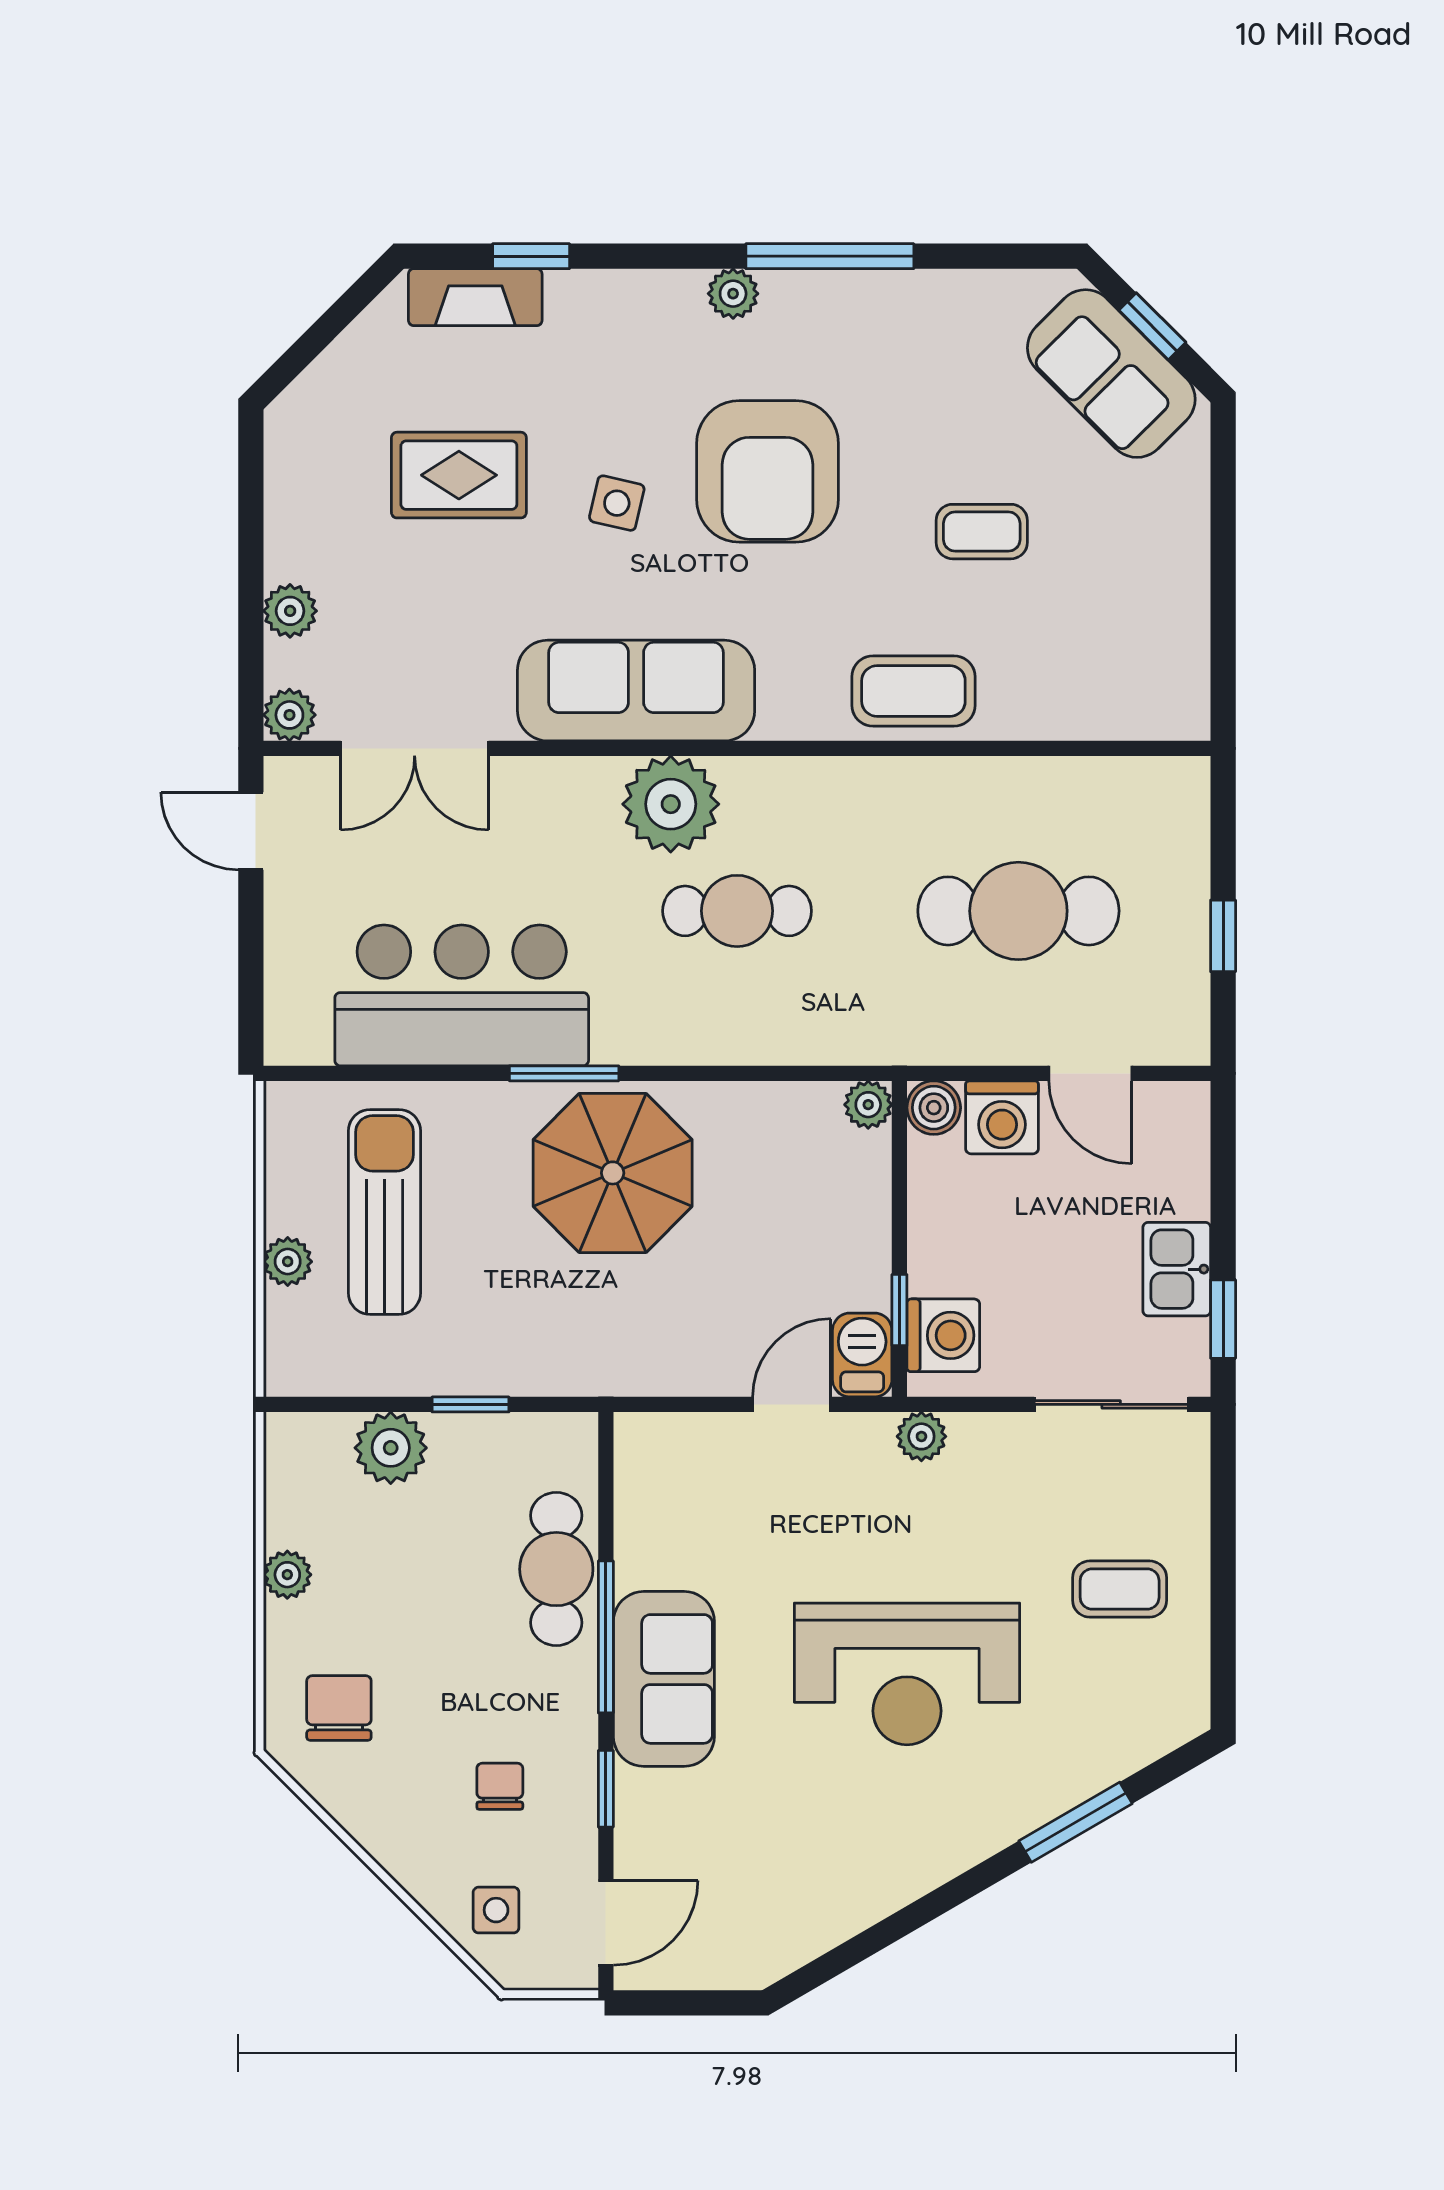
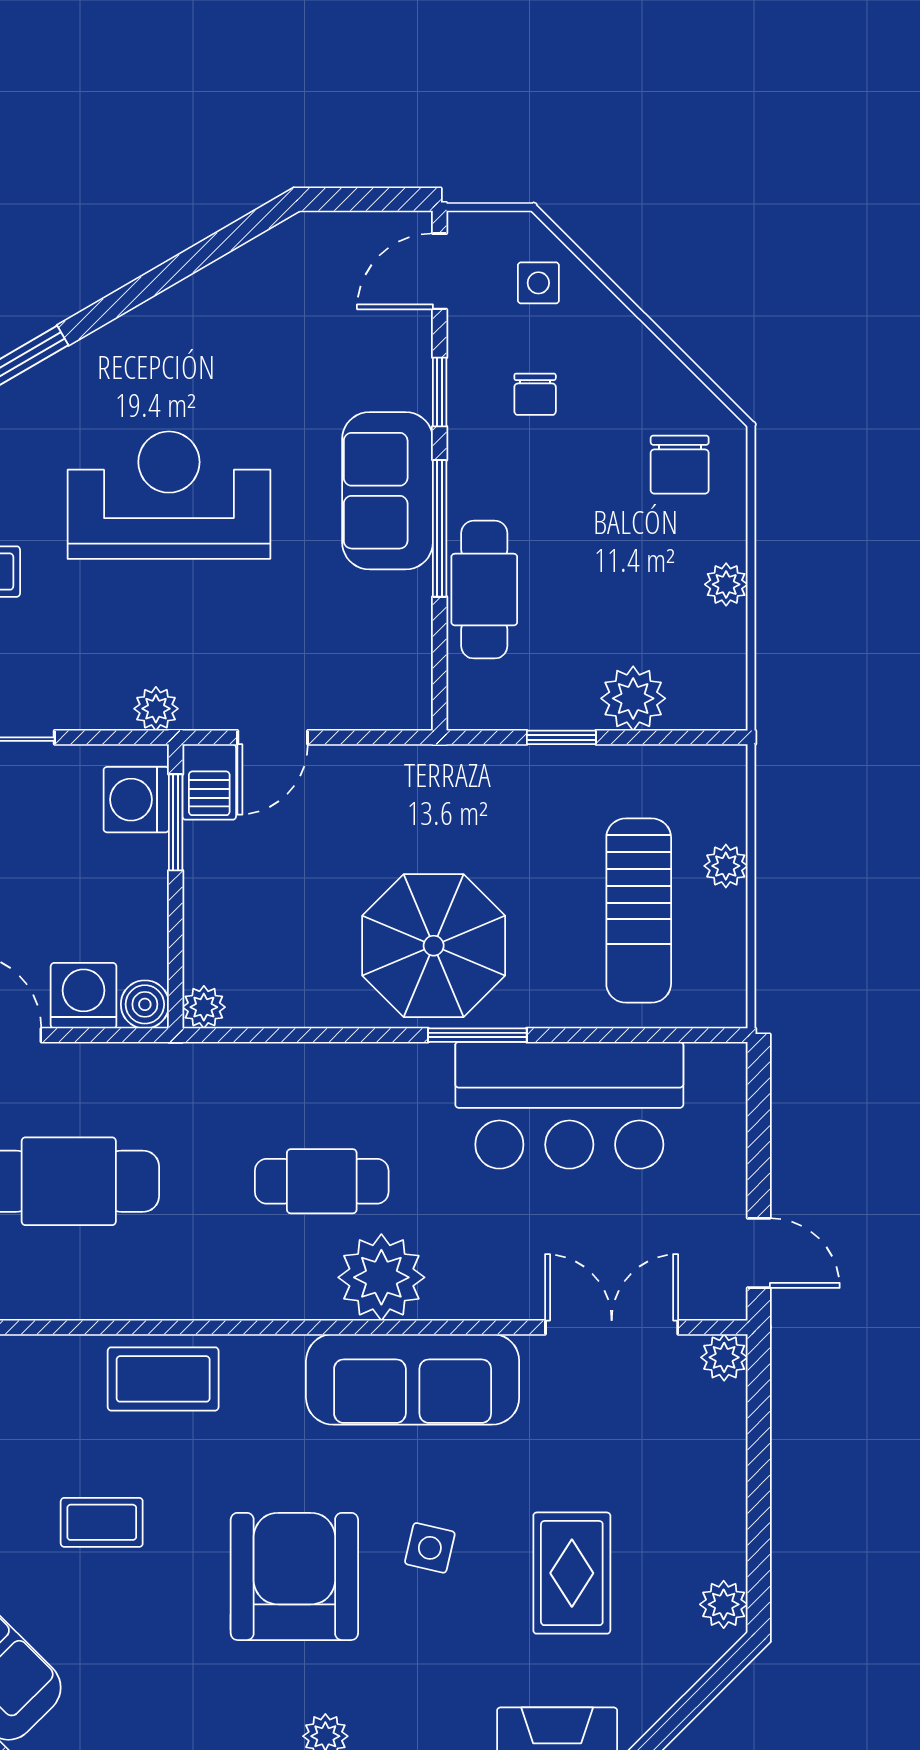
rug: (459, 475) -> (572, 1573), turned 90
plant: (290, 611) -> (724, 1604), moved
window: (899, 1310) -> (176, 822), width x1.50

